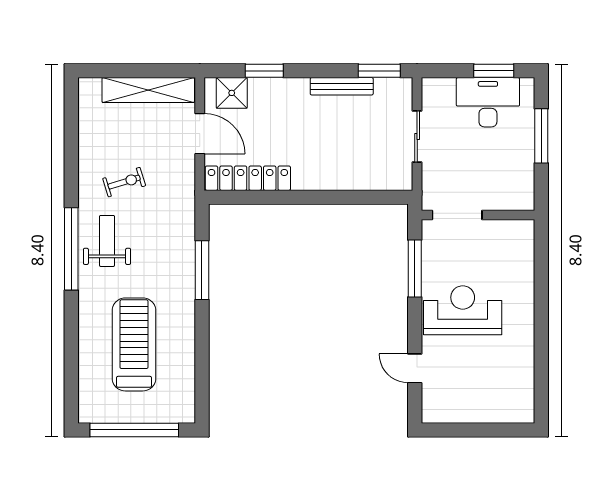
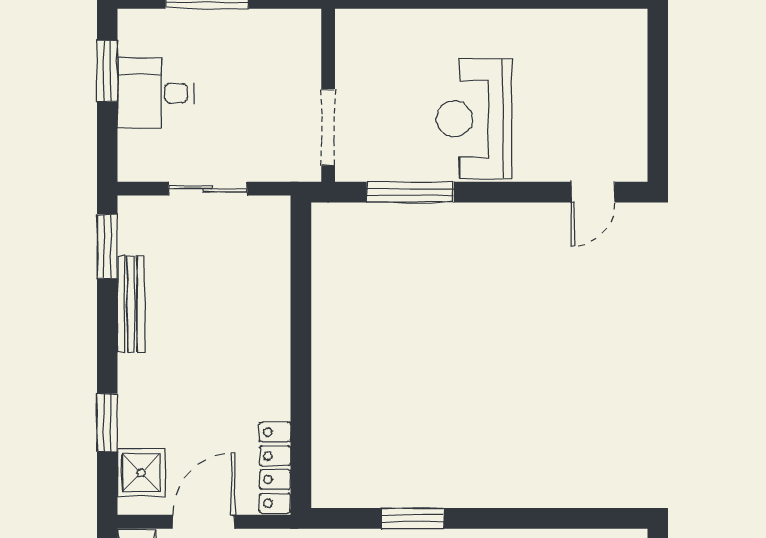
desk: (488, 102) -> (155, 93), width x0.73
locker: (248, 178) -> (275, 468), width x0.71, depth x0.83
window: (202, 270) -> (413, 518), width x0.69
door: (415, 368) -> (593, 192), moved

